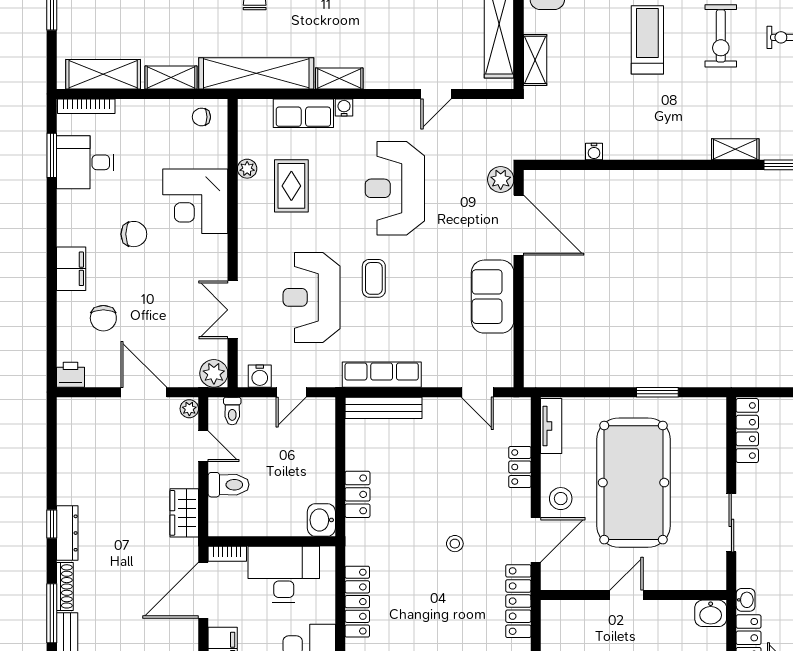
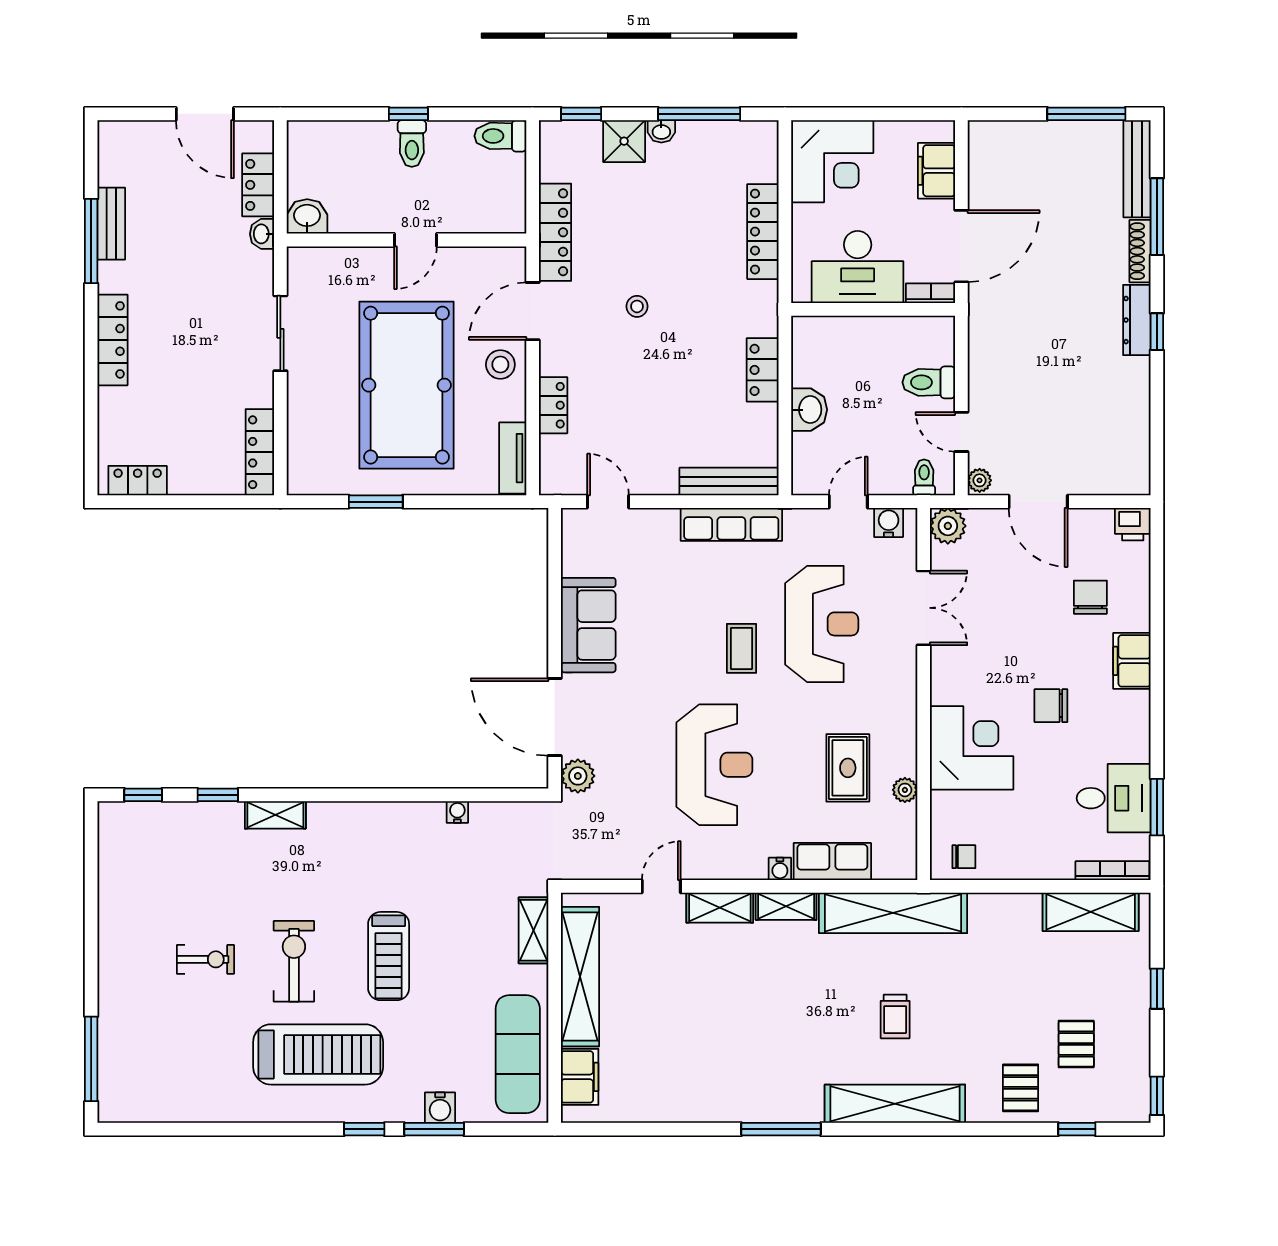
shelving: (171, 77) -> (720, 908), moved
wardrobe: (184, 513) -> (986, 346), removed
washbasin: (321, 520) -> (809, 410), moved

